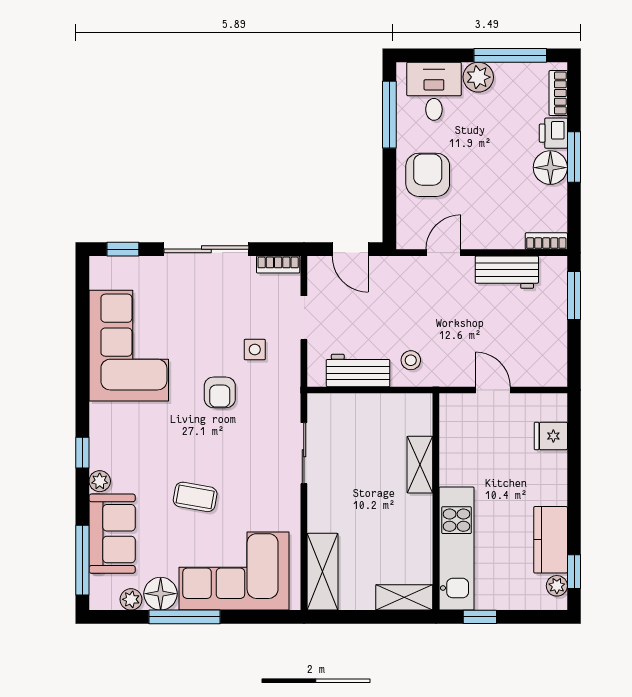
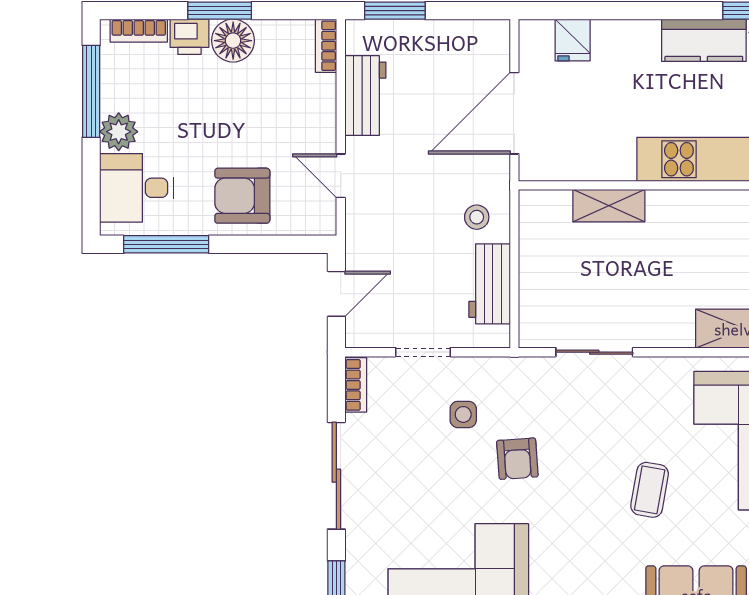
door: (493, 390) -> (514, 113), width x1.88
armchair: (220, 392) -> (517, 459), turned 86

